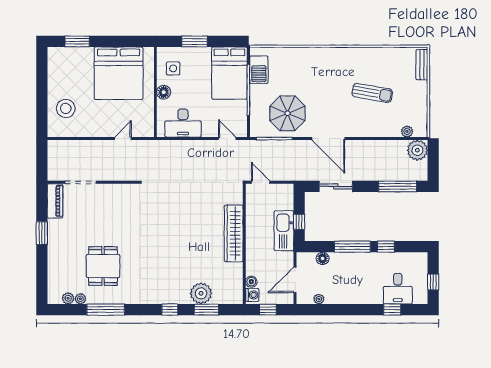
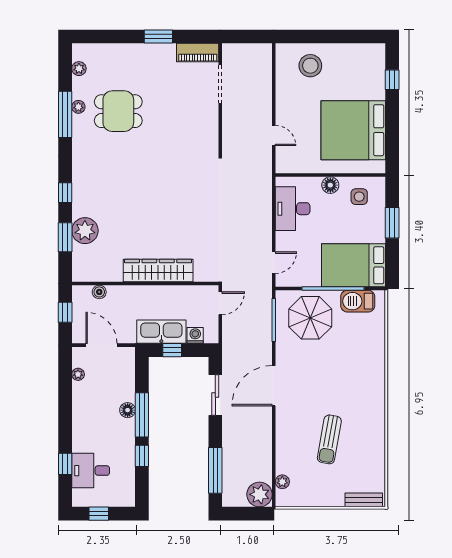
window: (77, 41) -> (392, 80), width x0.67
parasol: (287, 113) -> (310, 318), moved
floor lamp: (323, 258) -> (128, 410), moved
washing machine: (252, 295) -> (195, 335), moved, turned 180
plant: (80, 299) -> (78, 107), moved

